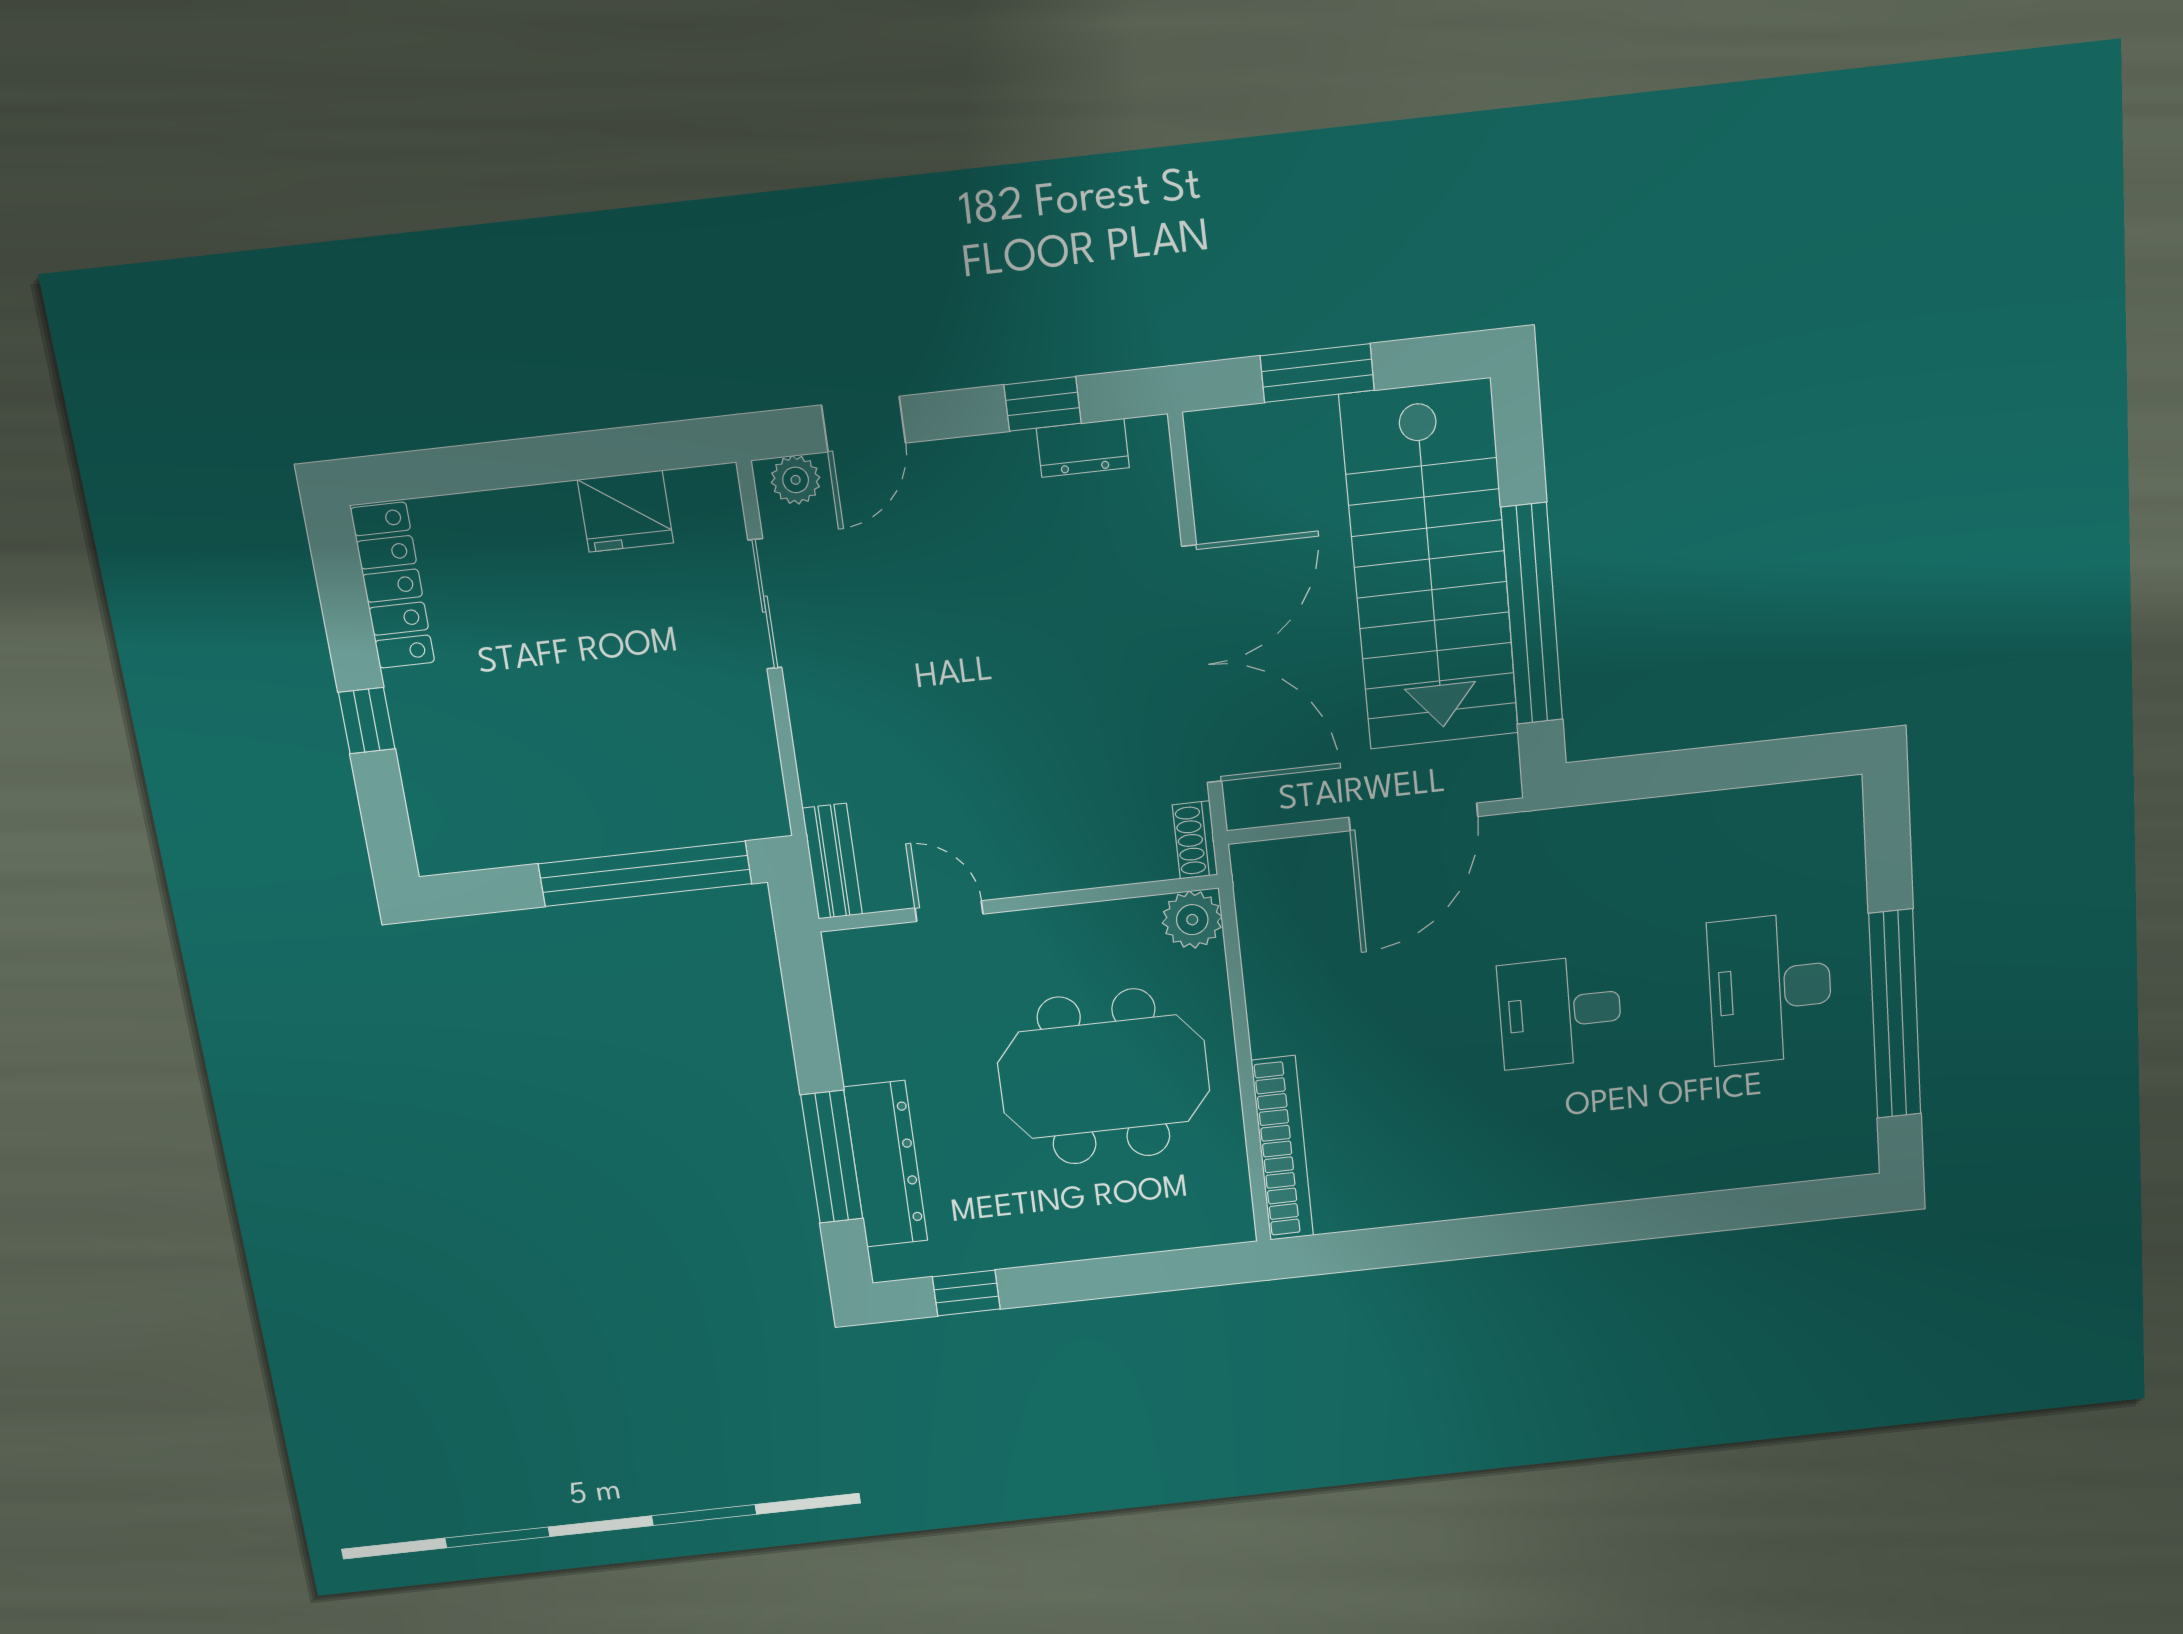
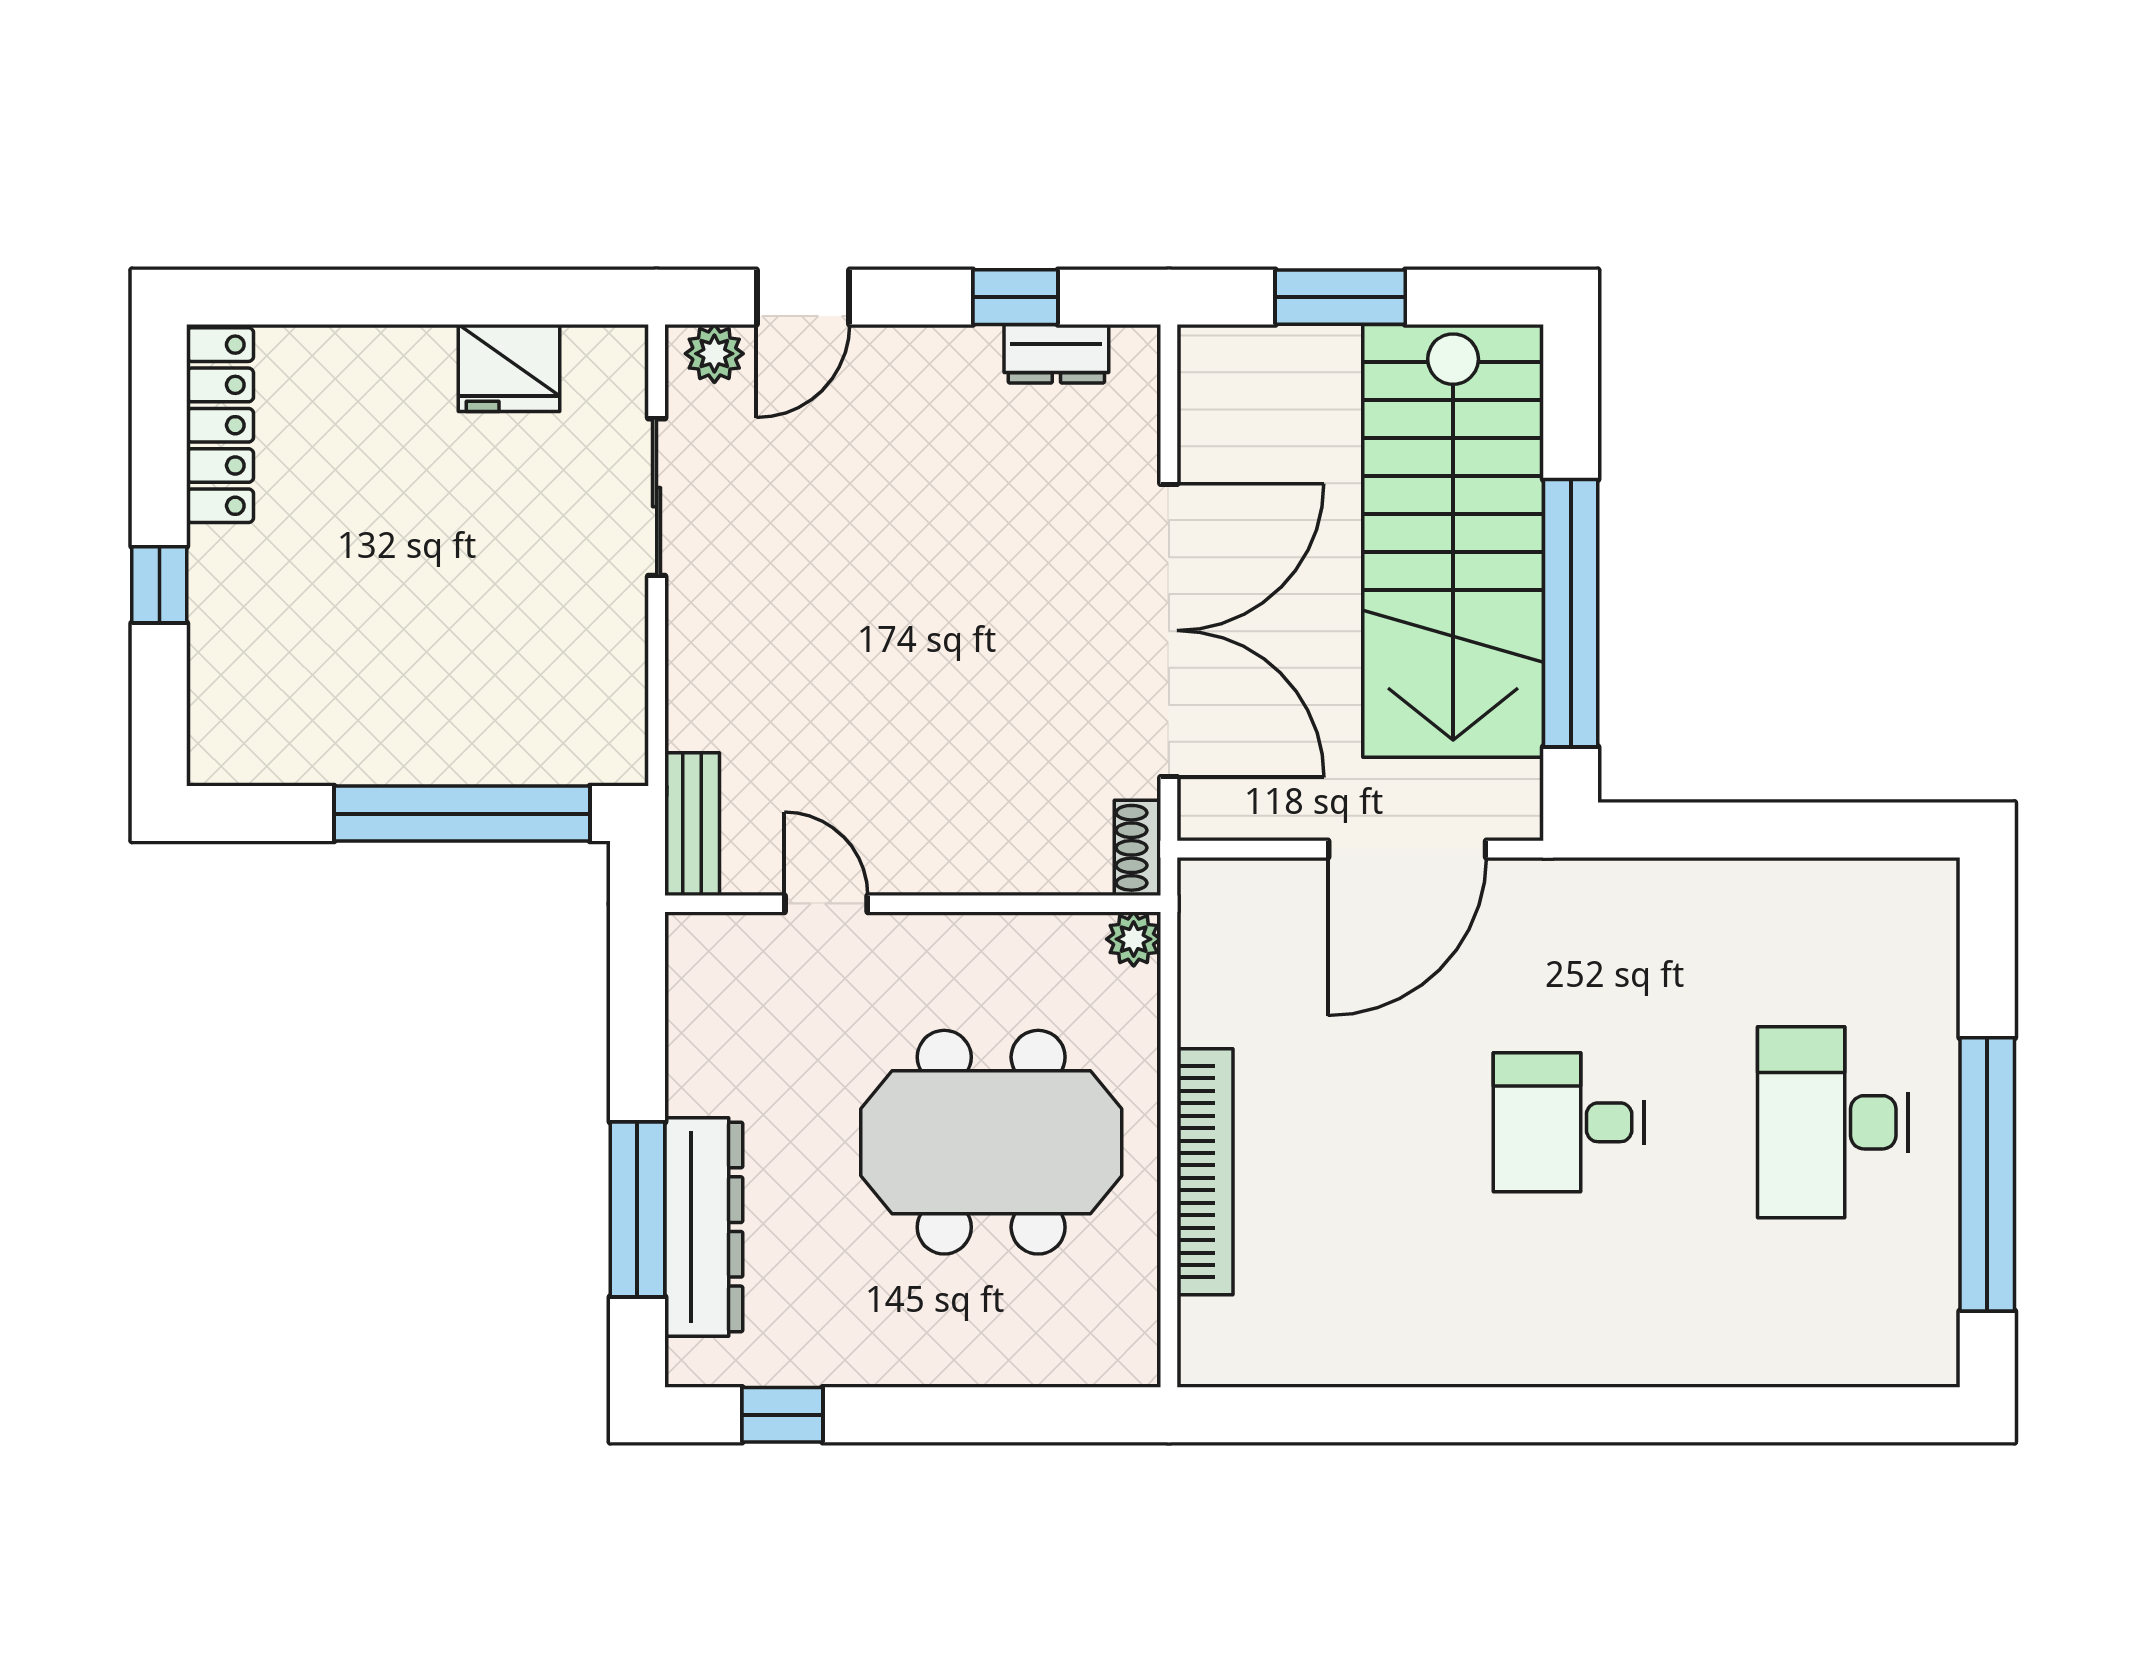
plant: (1192, 920) -> (1134, 939), width x0.73, depth x0.73
bookcase: (1282, 1148) -> (1205, 1172), moved

